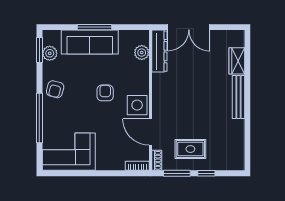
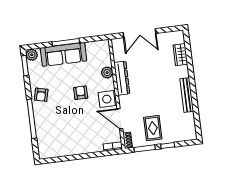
dresser: (159, 51) -> (122, 78), moved
plant: (50, 53) -> (32, 55), moved
plant: (142, 53) -> (107, 73), moved
bench: (238, 97) -> (187, 95), moved
rug: (190, 149) -> (153, 128), turned 90
corner sofa: (69, 152) -> (58, 142), removed

